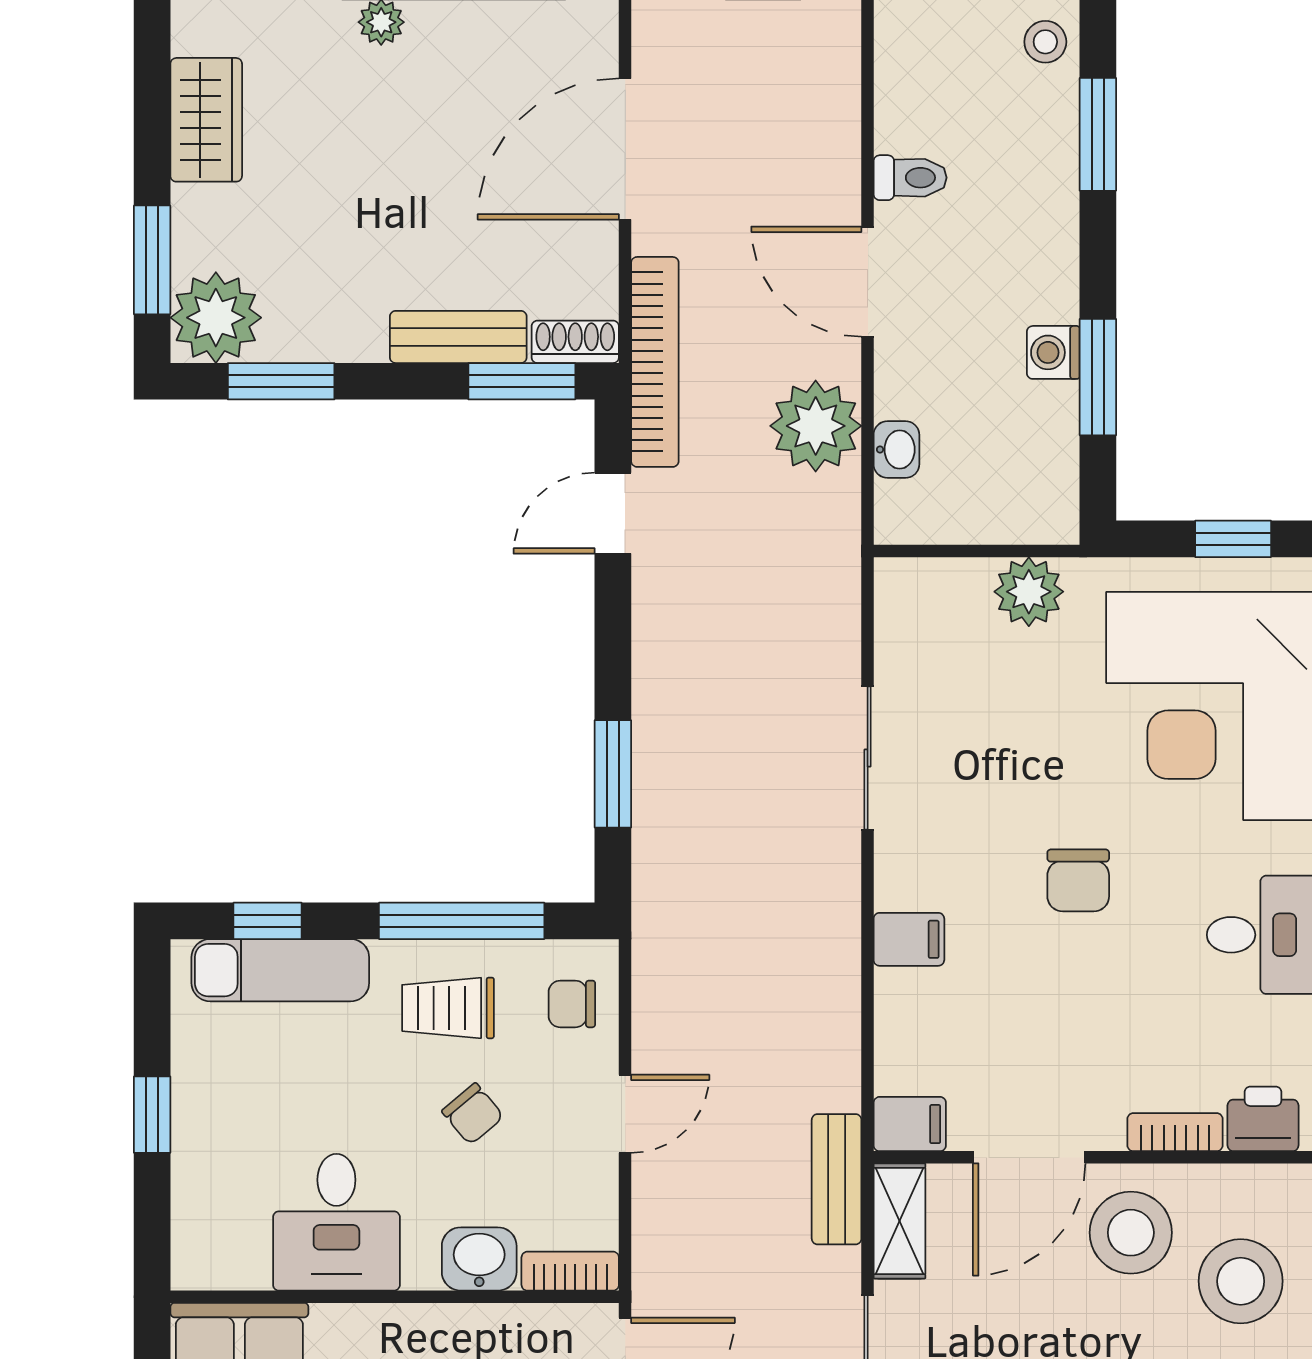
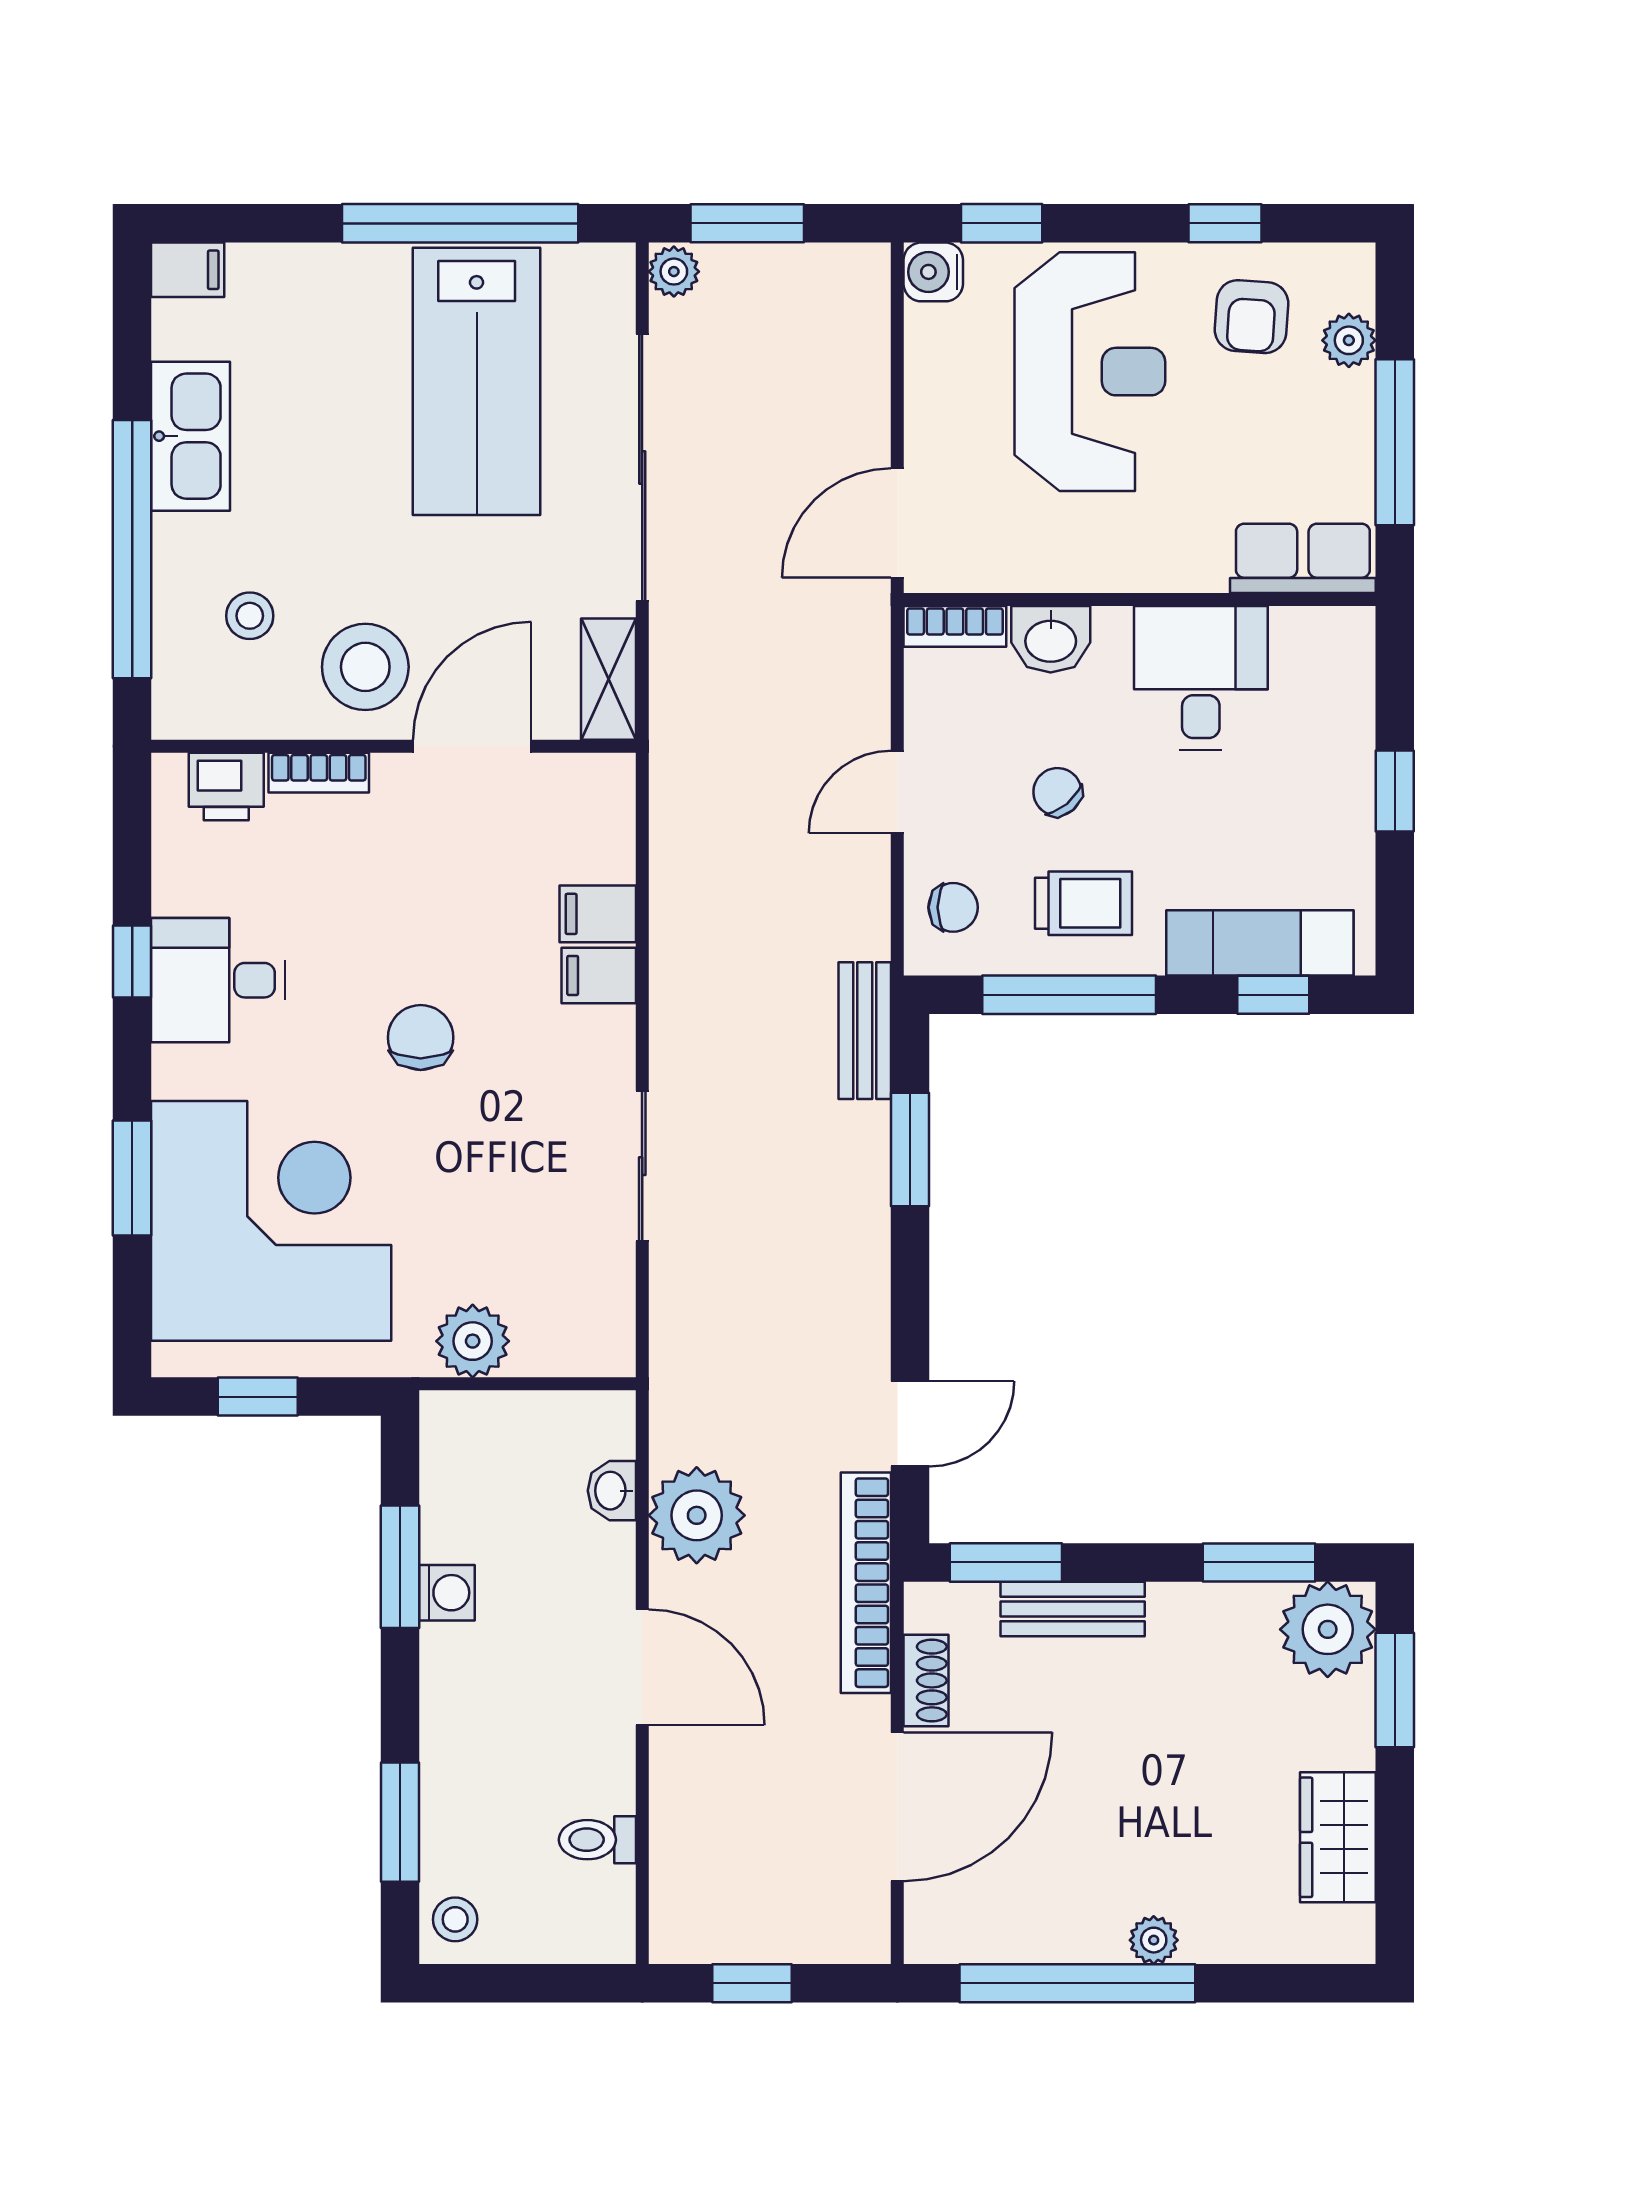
toilet: (910, 178) -> (597, 1840), moved
shoe rack: (575, 342) -> (926, 1680), moved, turned -90
filing cabinet: (910, 1124) -> (598, 914), moved
bench: (837, 1179) -> (865, 1031), moved
stool: (1241, 1281) -> (250, 616), width x0.53, depth x0.53

